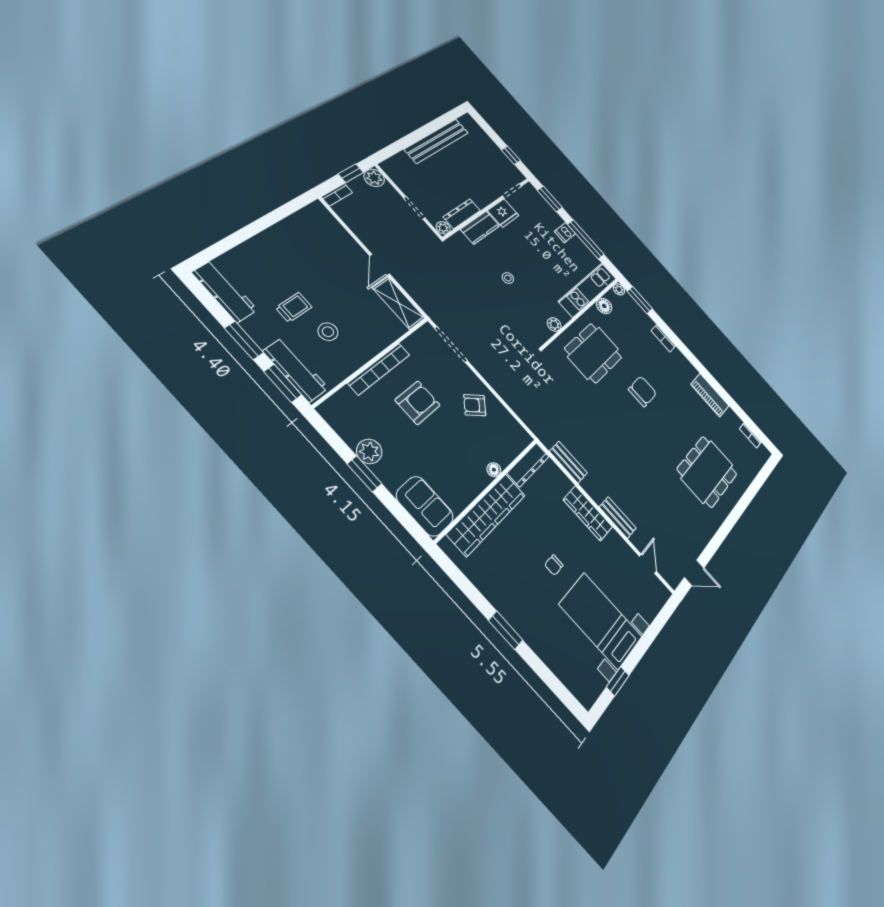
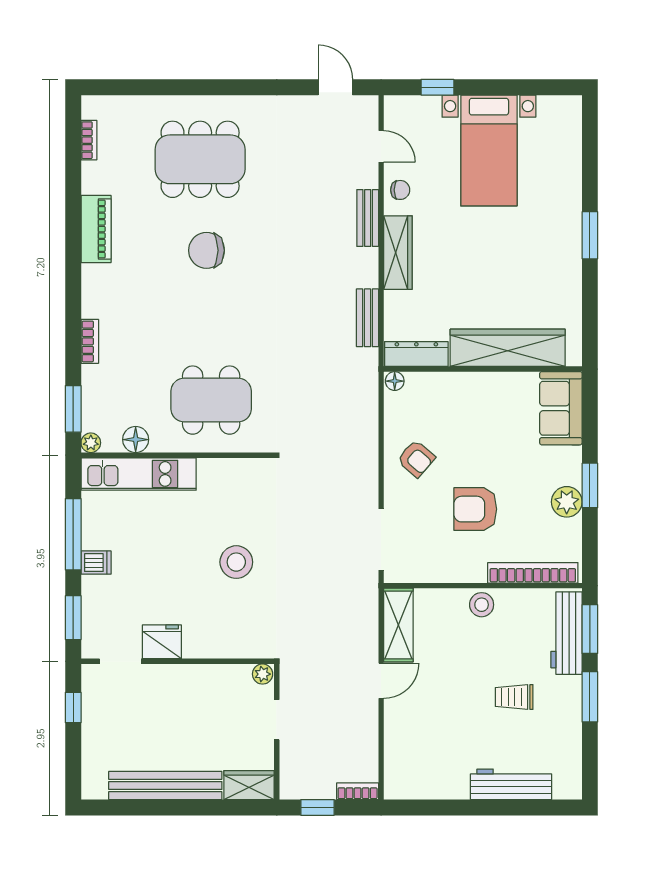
wardrobe: (397, 165) -> (249, 785), added
plant: (374, 178) -> (294, 785), removed
dresser: (462, 214) -> (221, 675), removed
kitchen counter: (480, 228) -> (213, 644), removed
stool: (508, 278) -> (236, 562), width x1.89, depth x1.89
workbench: (225, 291) -> (511, 784), moved, turned 90
plant: (554, 324) -> (230, 469), removed
stool: (328, 332) -> (482, 605), moved
bookcase: (379, 369) -> (533, 573), moved
chair: (643, 391) -> (207, 250), moved
floor lamp: (494, 470) -> (395, 381), moved
door: (648, 564) -> (381, 146), swing flipped
chair: (554, 565) -> (400, 190), moved
window: (618, 681) -> (437, 87), moved

